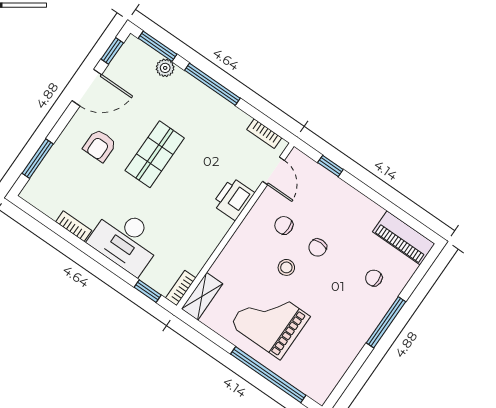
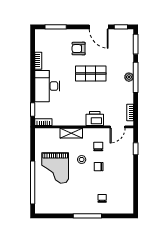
plant: (165, 68) -> (129, 77), moved
piano: (404, 238) -> (127, 199), removed
shelving: (202, 296) -> (71, 133), moved
grand piano: (270, 321) -> (55, 168), turned 180

